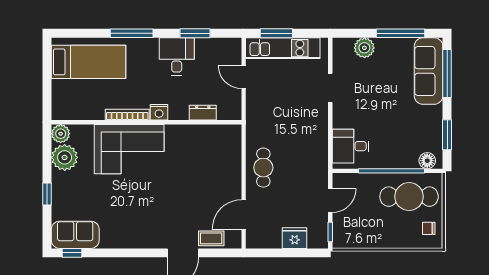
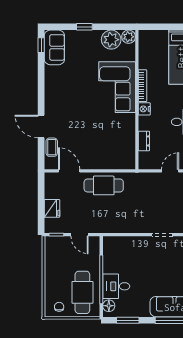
desk: (351, 146) -> (116, 286), moved, turned -90
cafe table: (263, 168) -> (104, 185), width x1.37, depth x1.35

